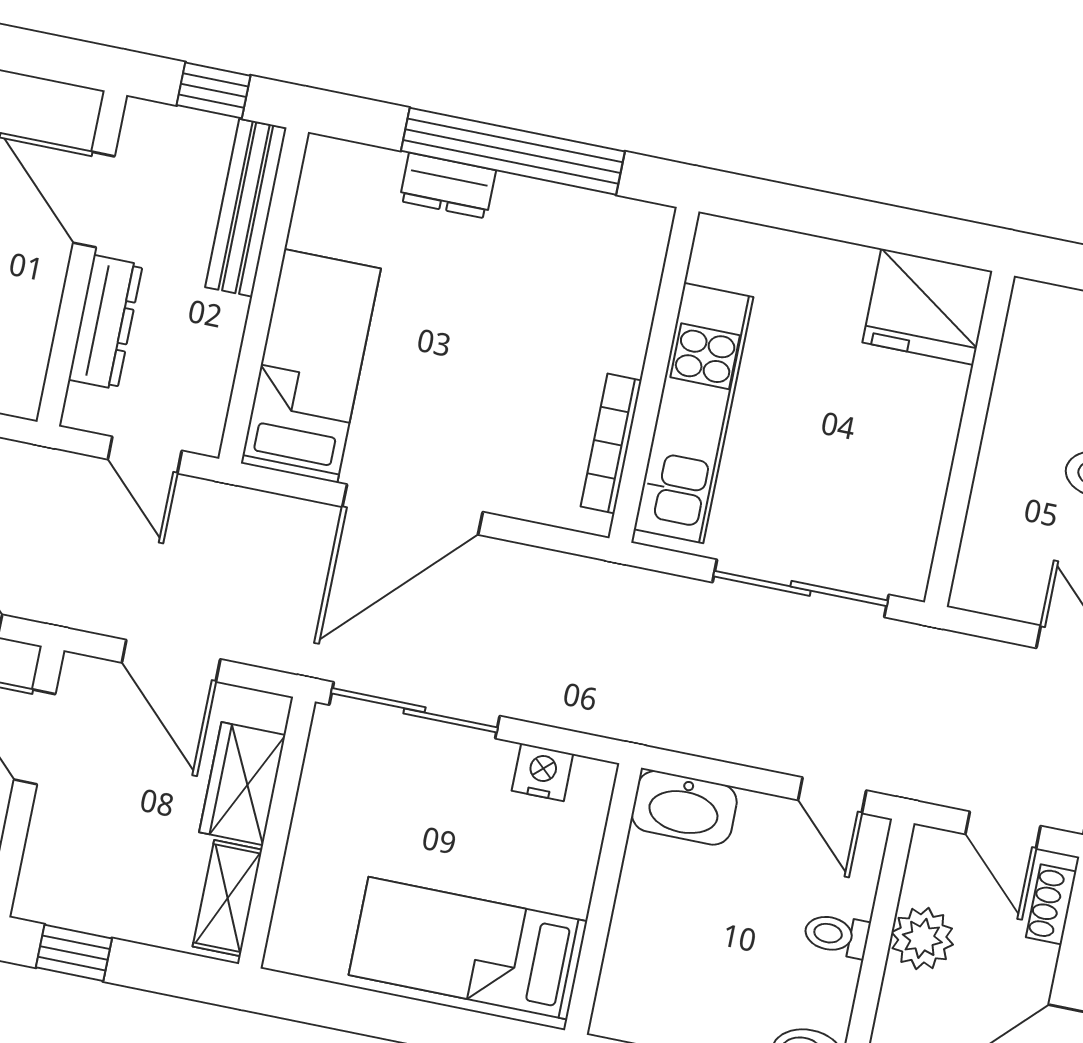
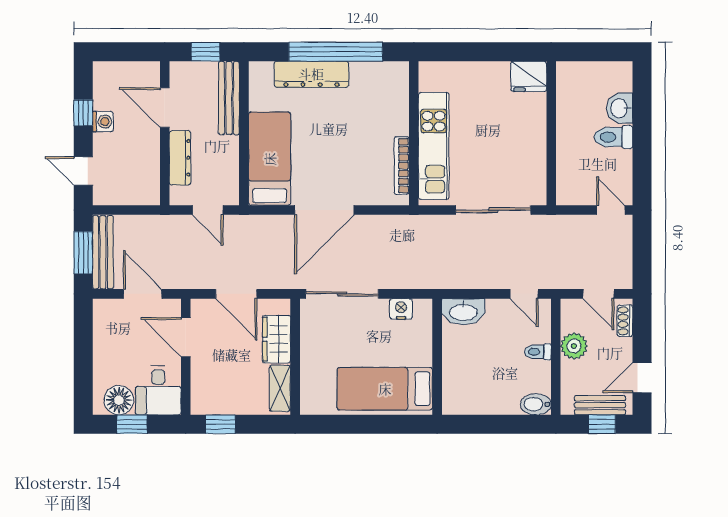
dresser: (448, 186) -> (311, 74), width x1.96, depth x1.24
fridge: (927, 307) -> (529, 76), width x0.73, depth x0.75

